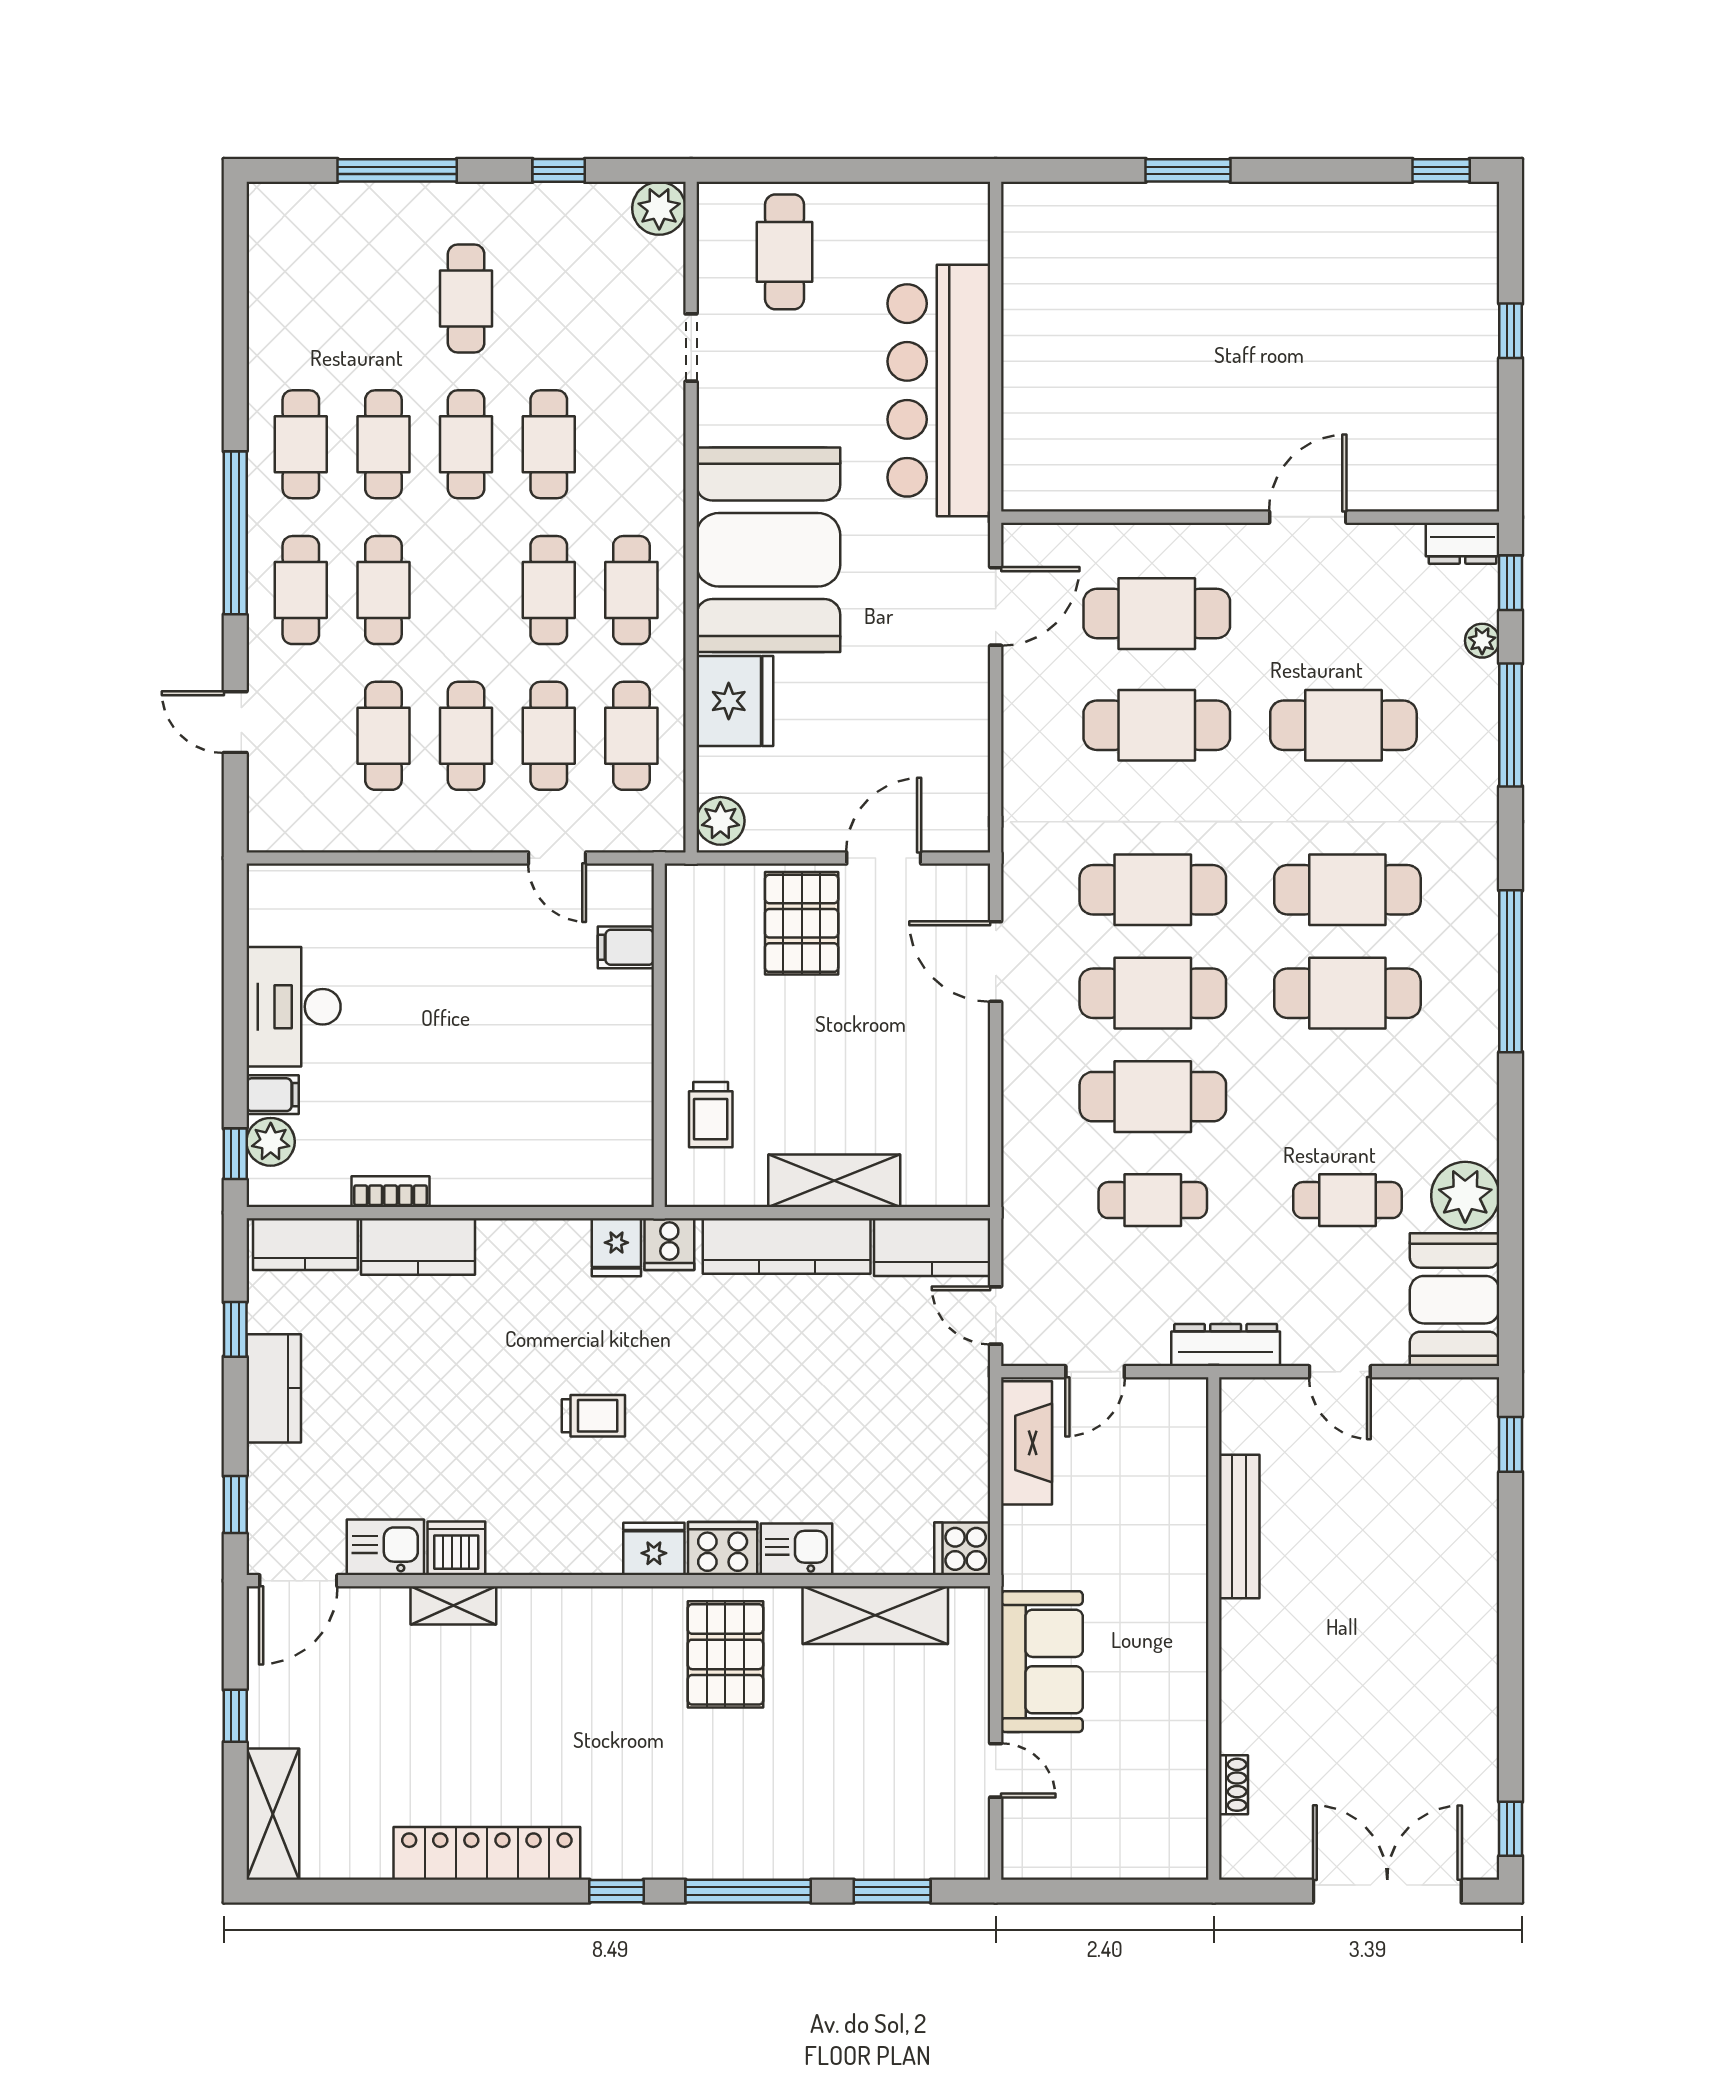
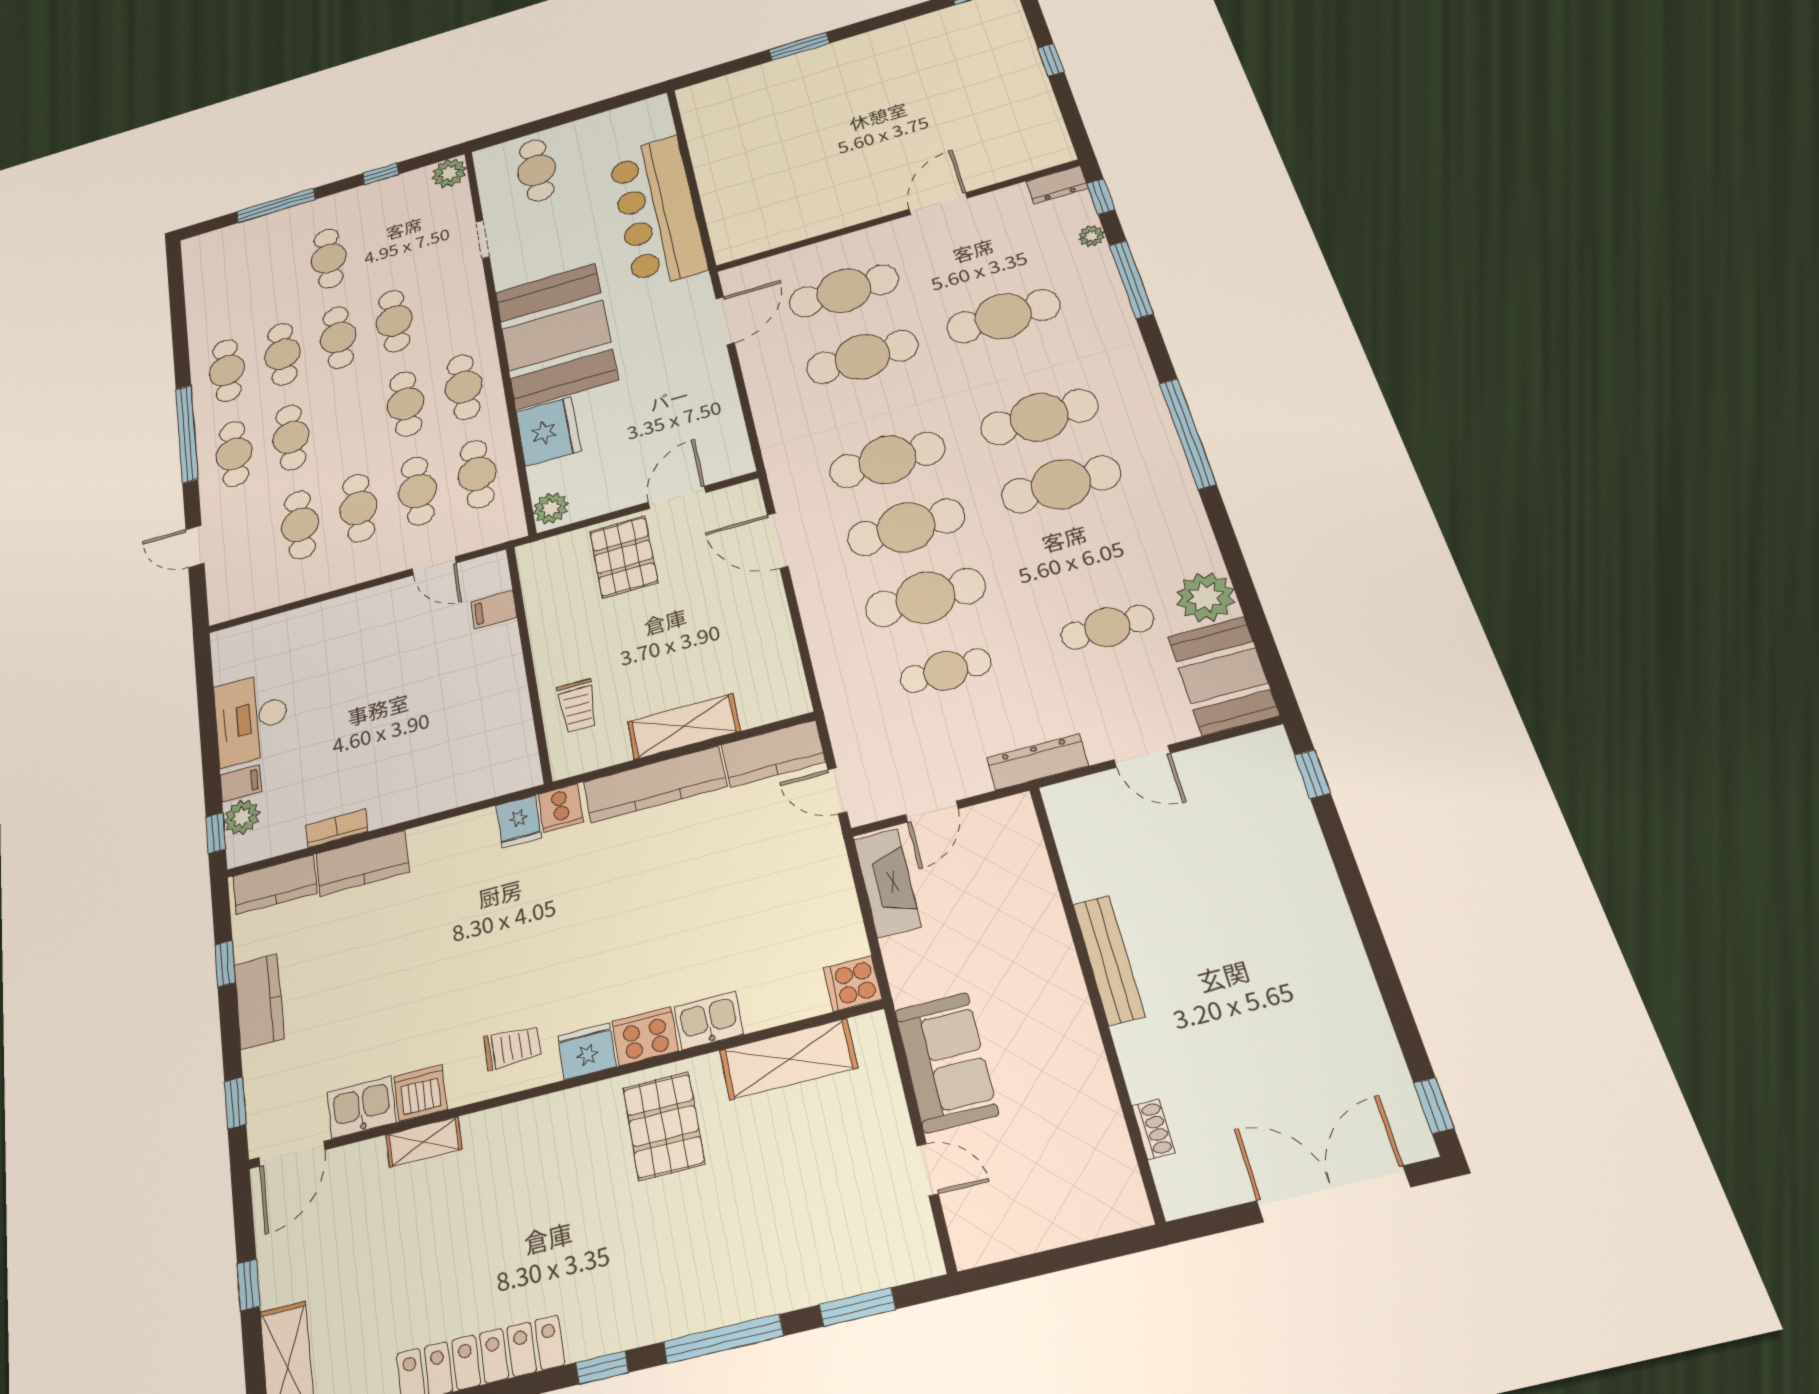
trolley: (593, 1416) -> (512, 1047), moved
bench: (1239, 1526) -> (1109, 960), moved

